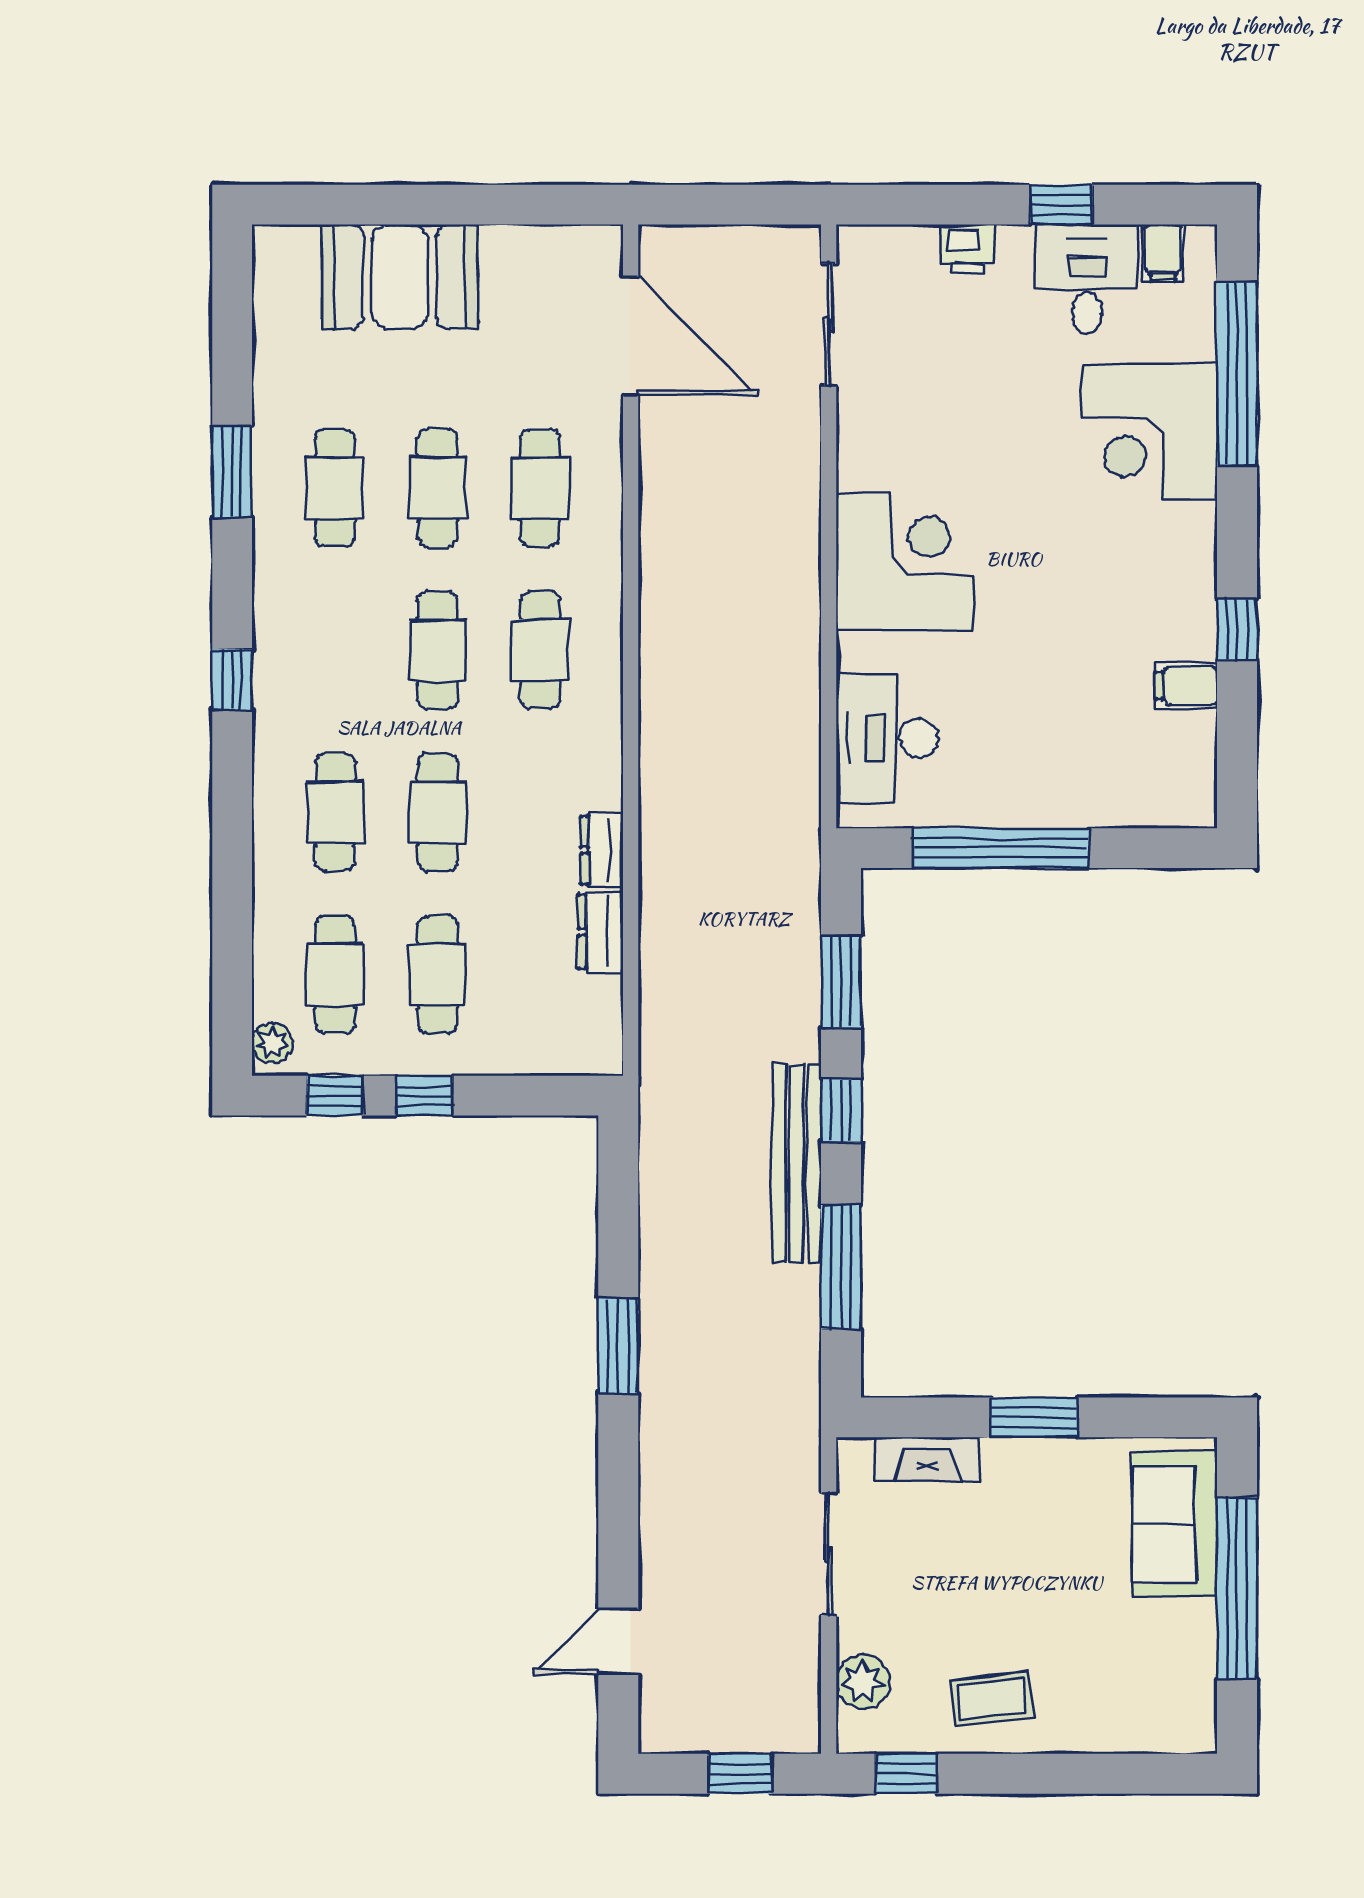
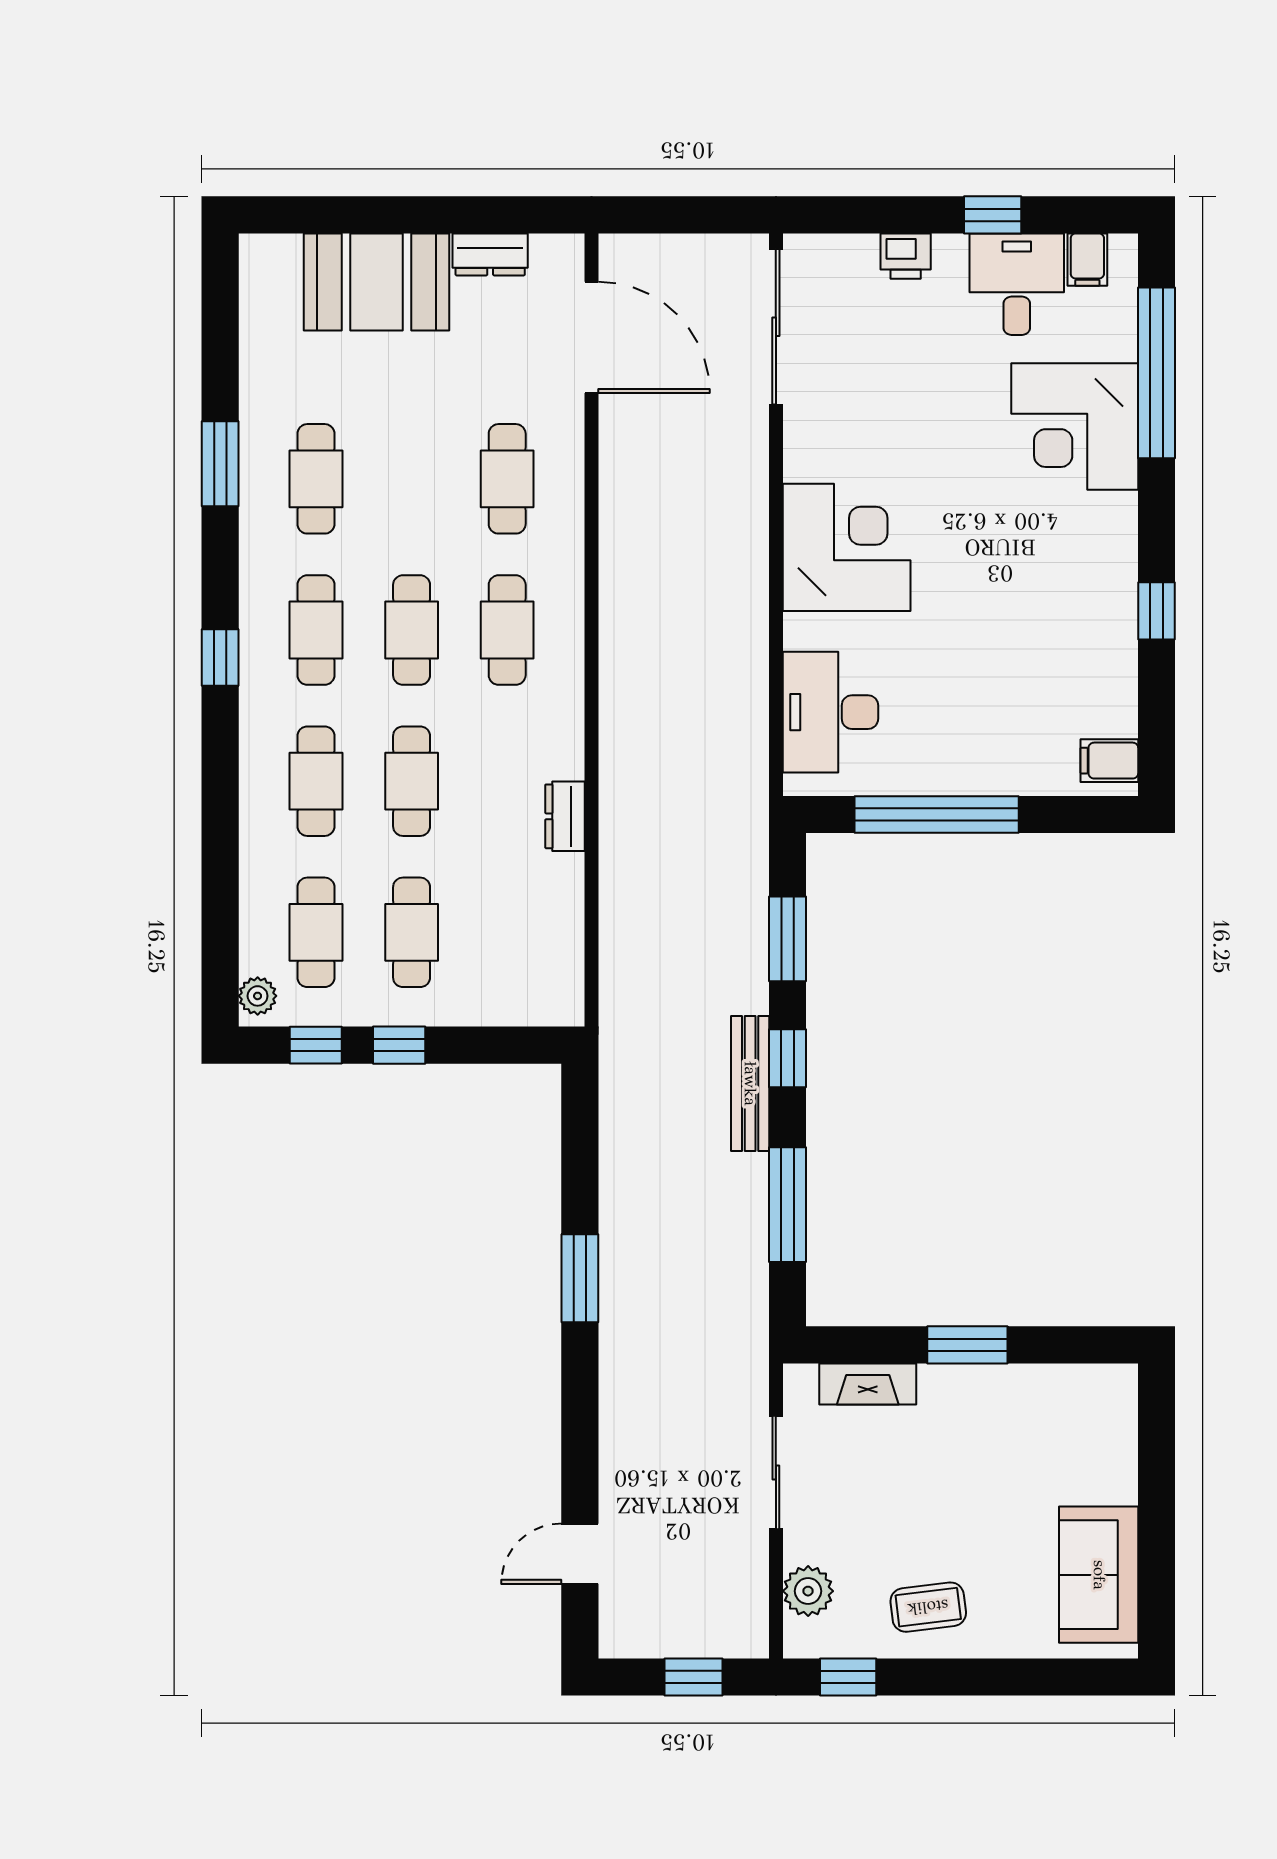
sliding door: (829, 325) -> (776, 327), width x1.37
cafe table: (438, 488) -> (316, 630), moved
filing cabinet: (1186, 686) -> (1109, 761), moved
dresser: (601, 932) -> (490, 254), moved, turned -90
bench: (797, 1163) -> (750, 1084), width x0.73, depth x0.82
sofa: (1175, 1523) -> (1099, 1575), moved
window: (1237, 1588) -> (1156, 1504), removed

